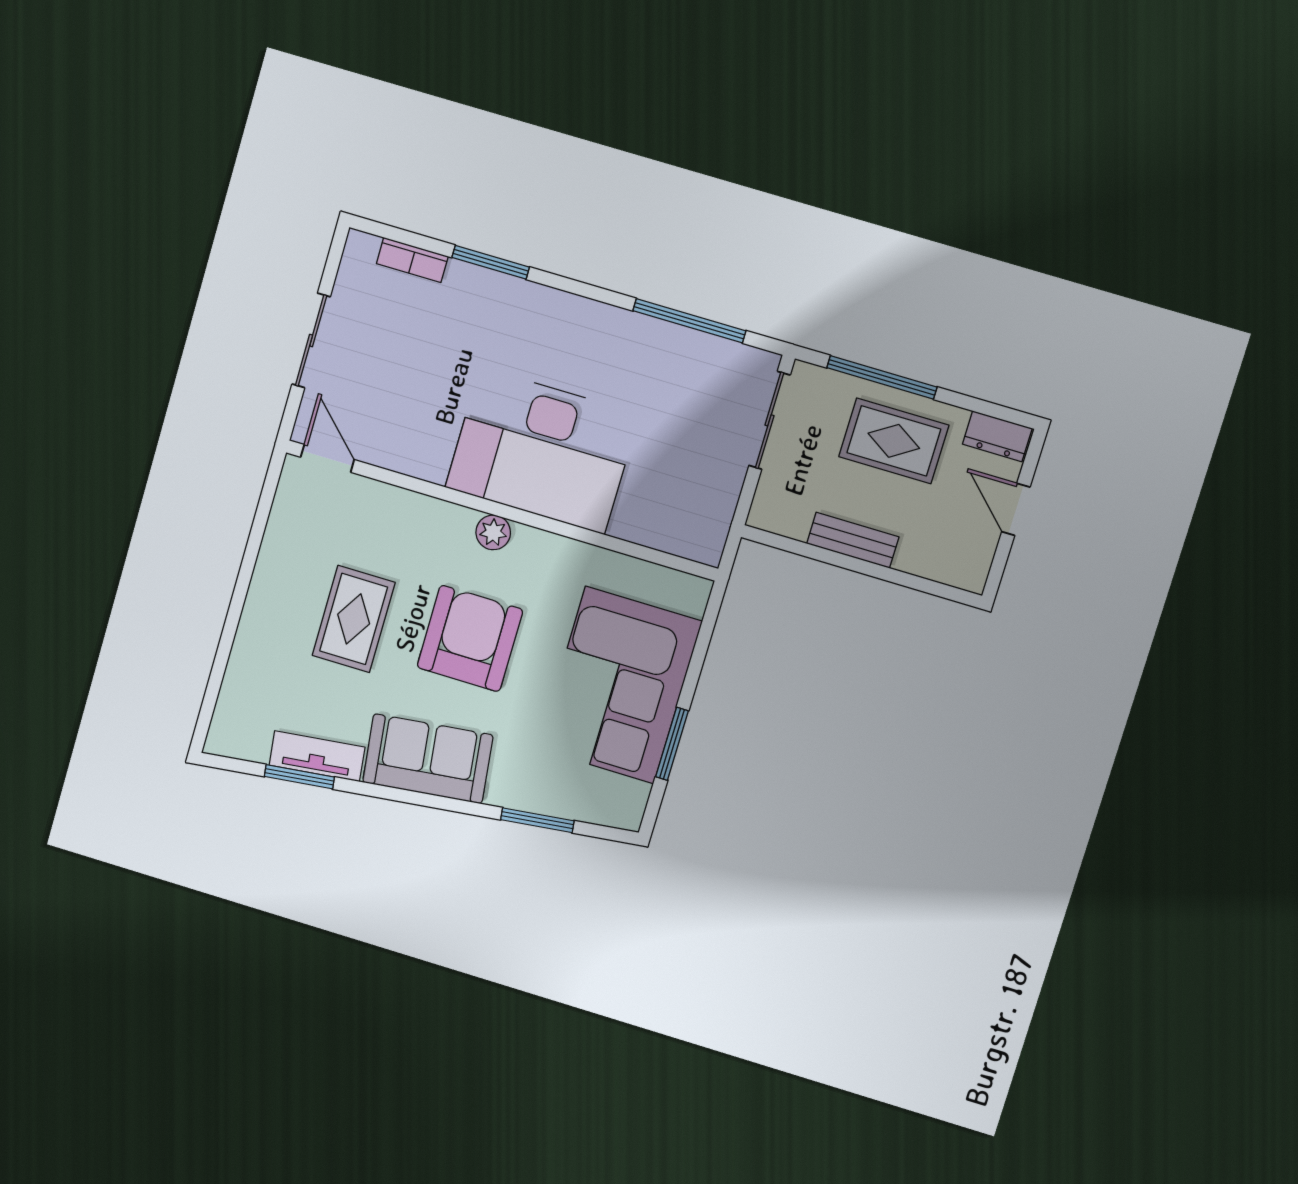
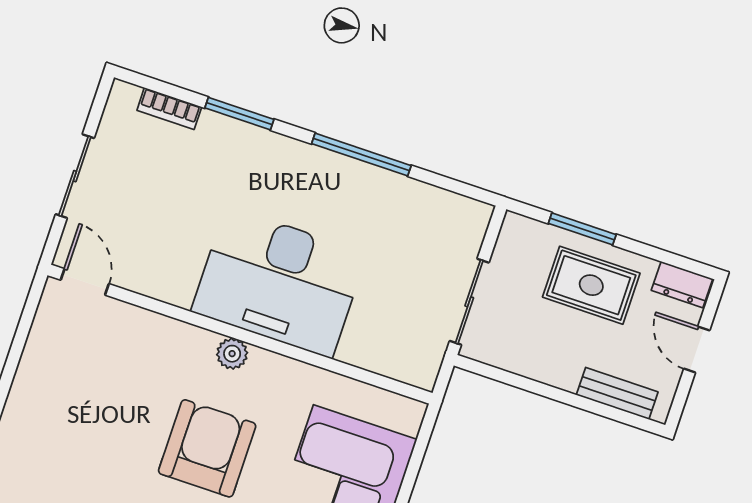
window: (689, 321) -> (361, 155), moved
window: (882, 377) -> (582, 229), width x0.69
sliding door: (770, 420) -> (469, 302), moved
bench: (853, 540) -> (617, 393), moved
rug: (354, 619) -> (102, 427), removed

